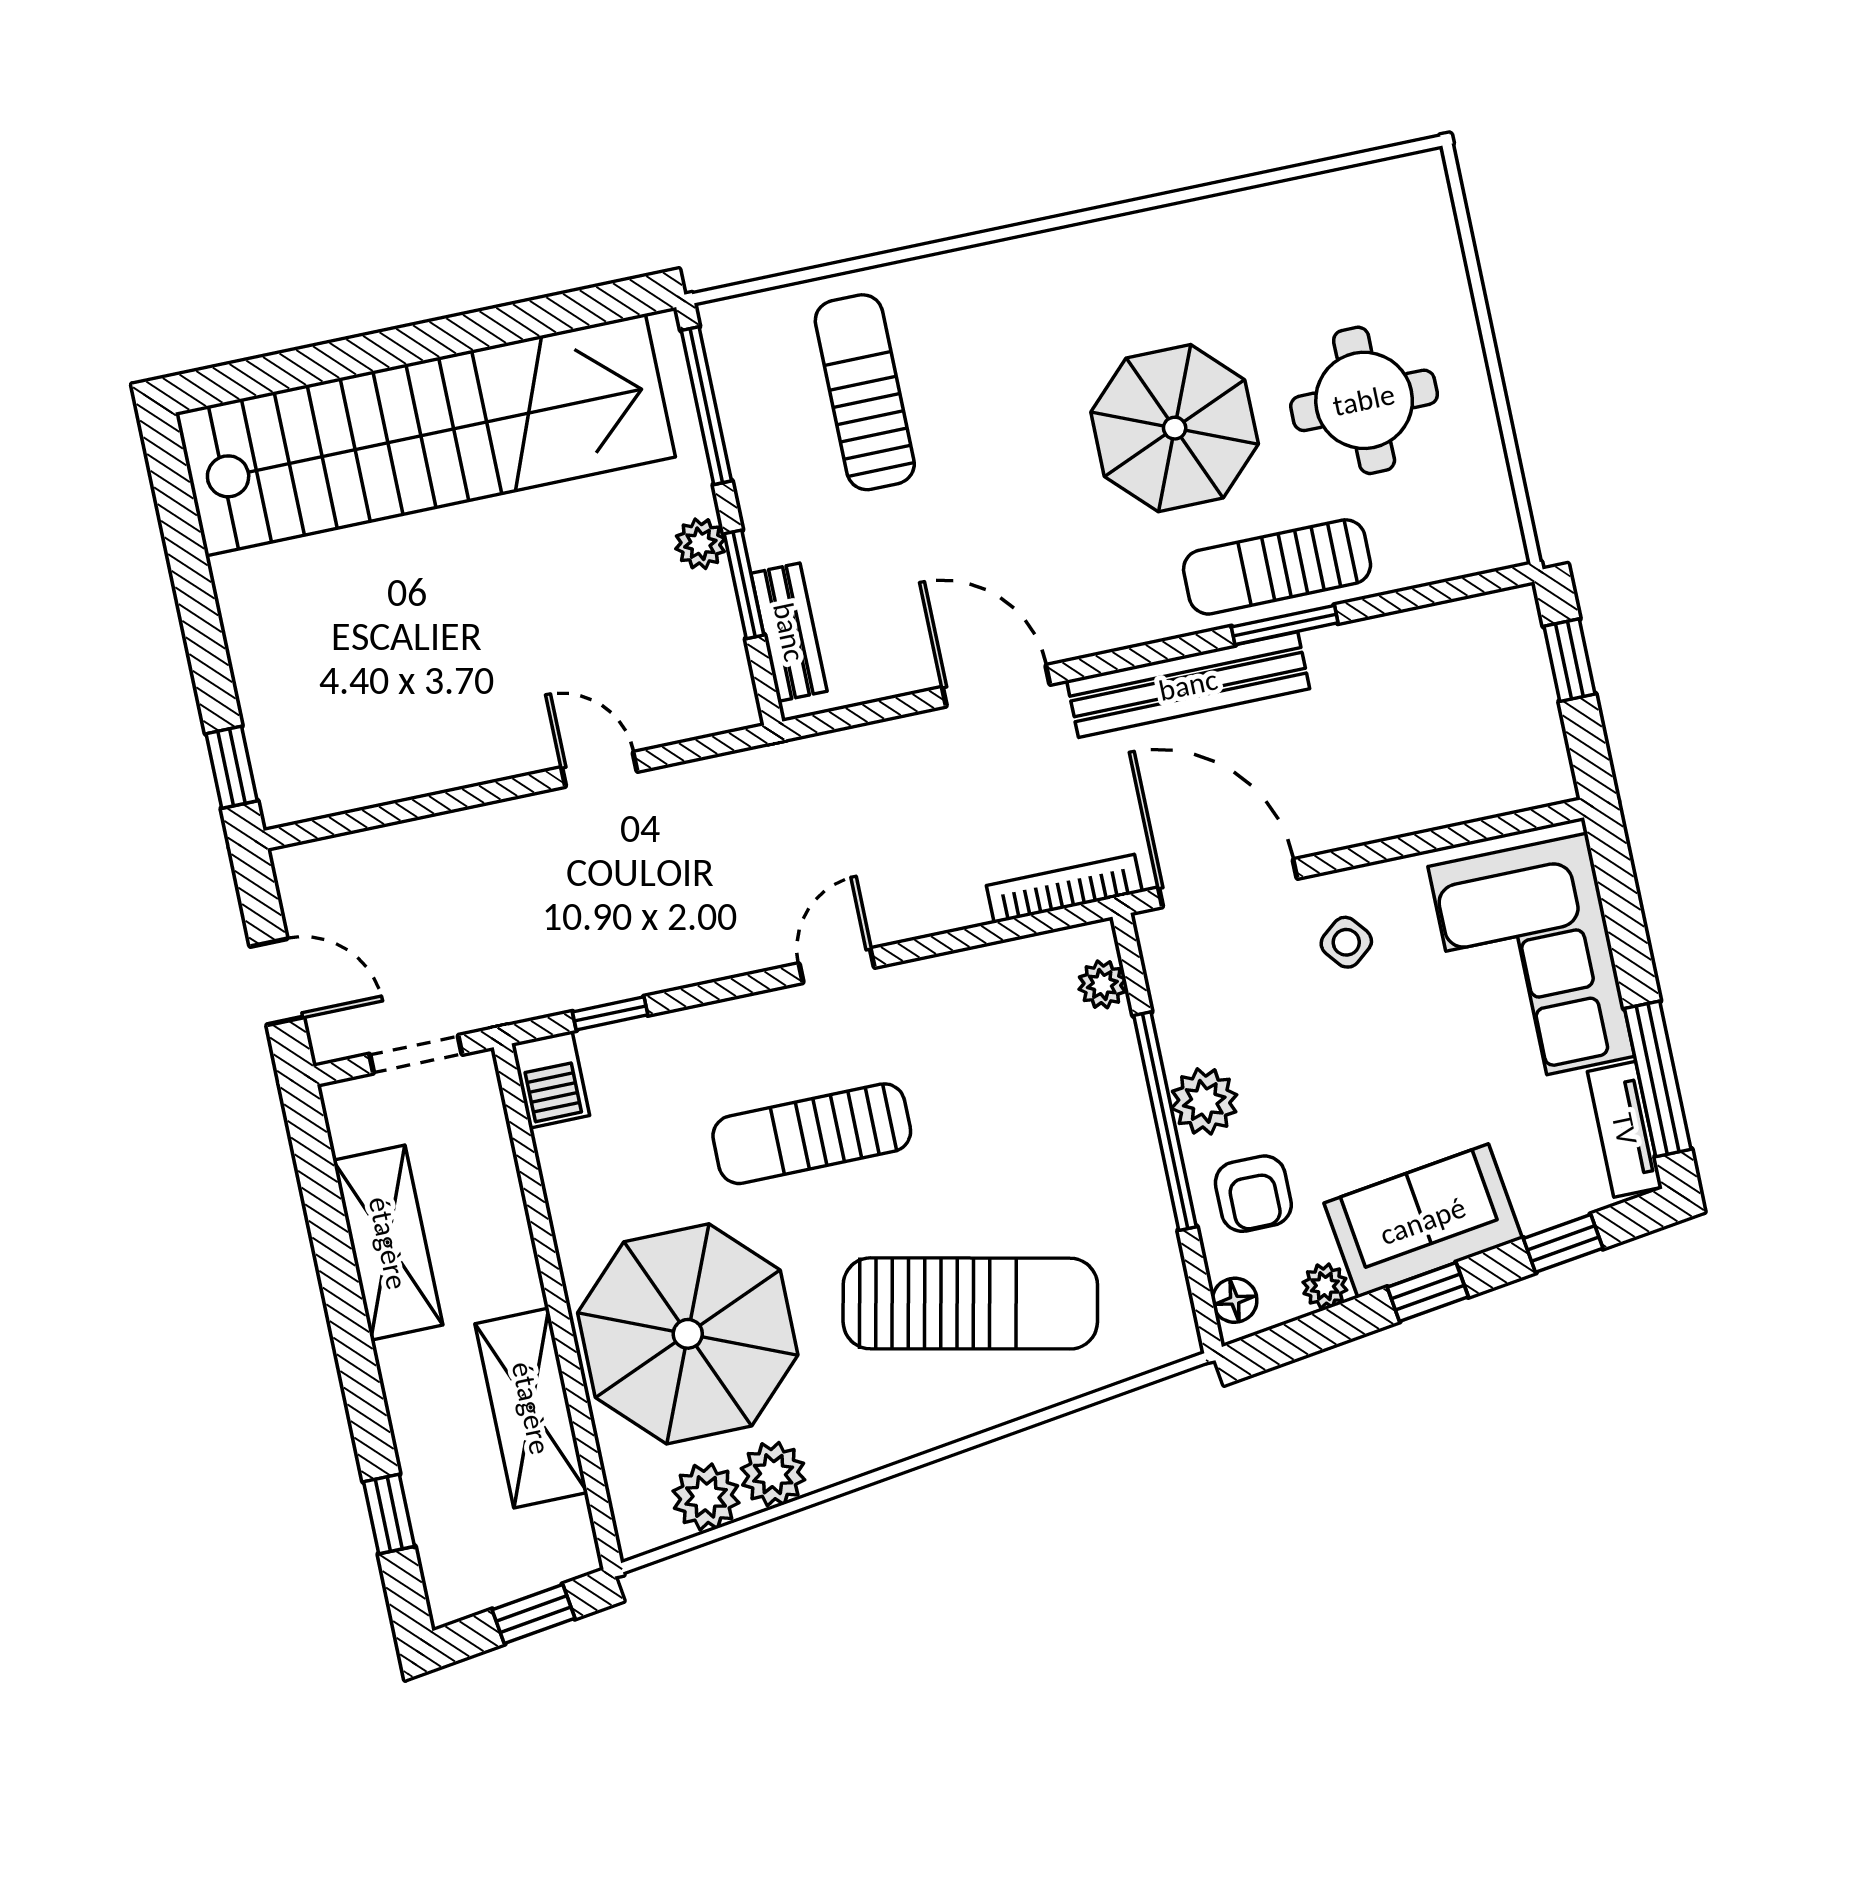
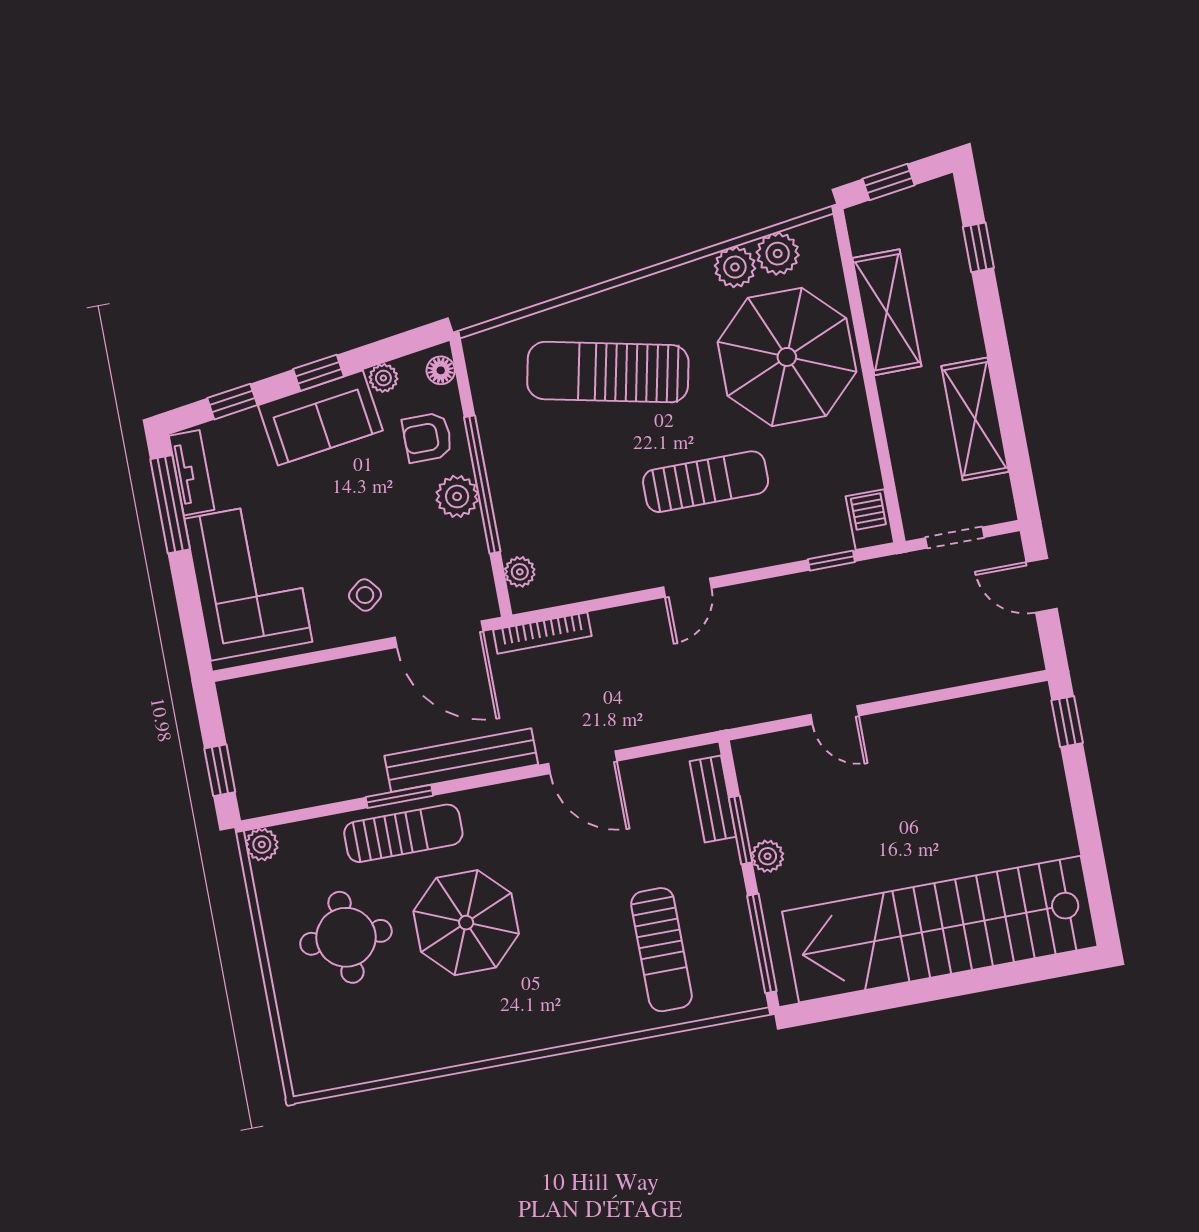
plant: (1500, 544) -> (262, 845), added
armchair: (1253, 1194) -> (427, 437), turned -90

